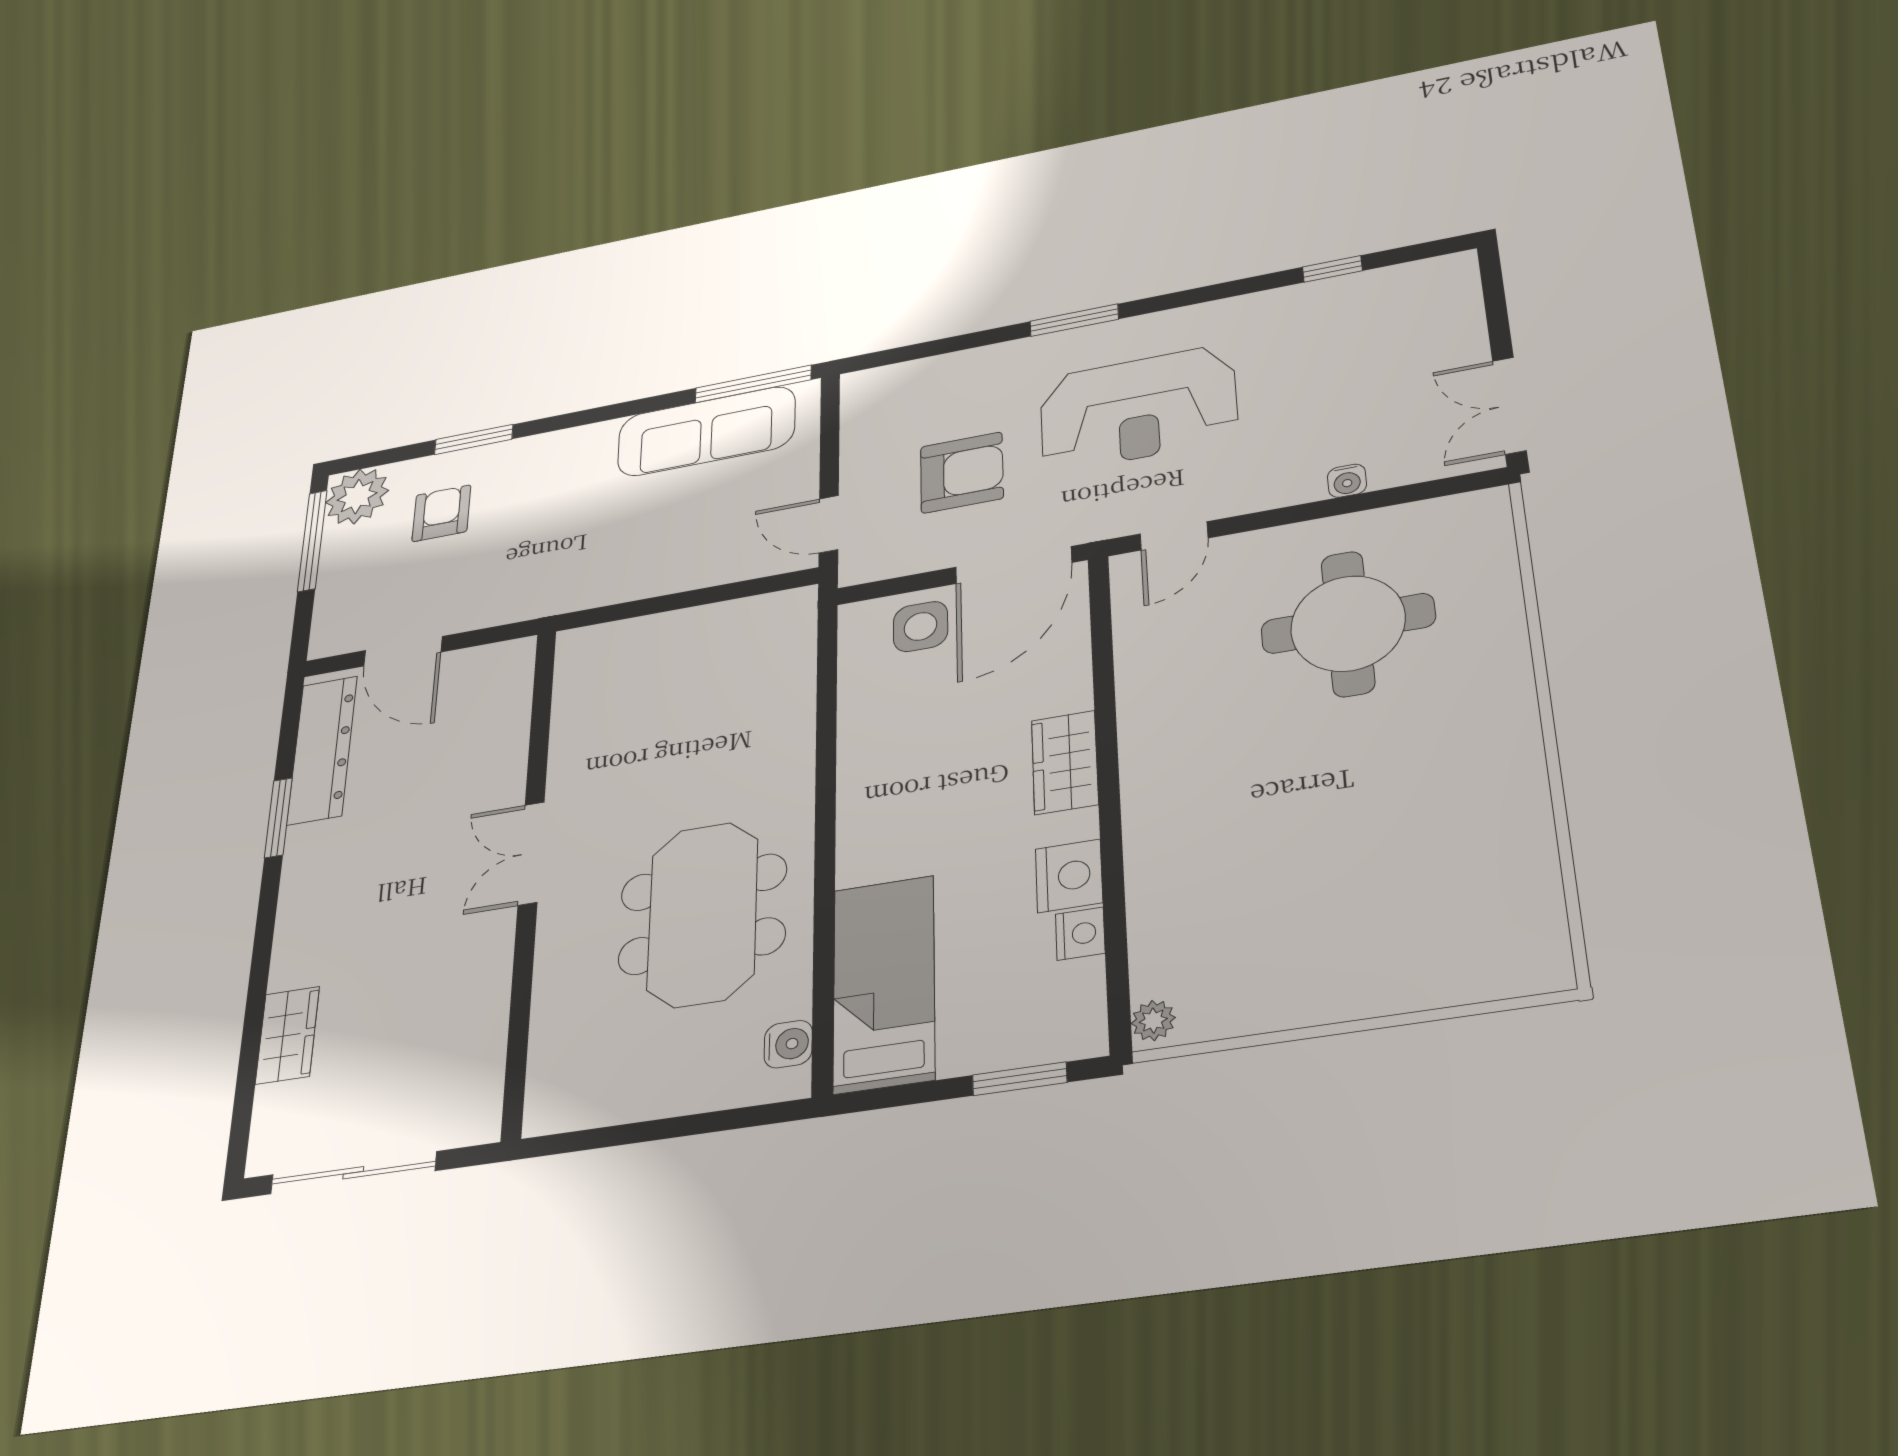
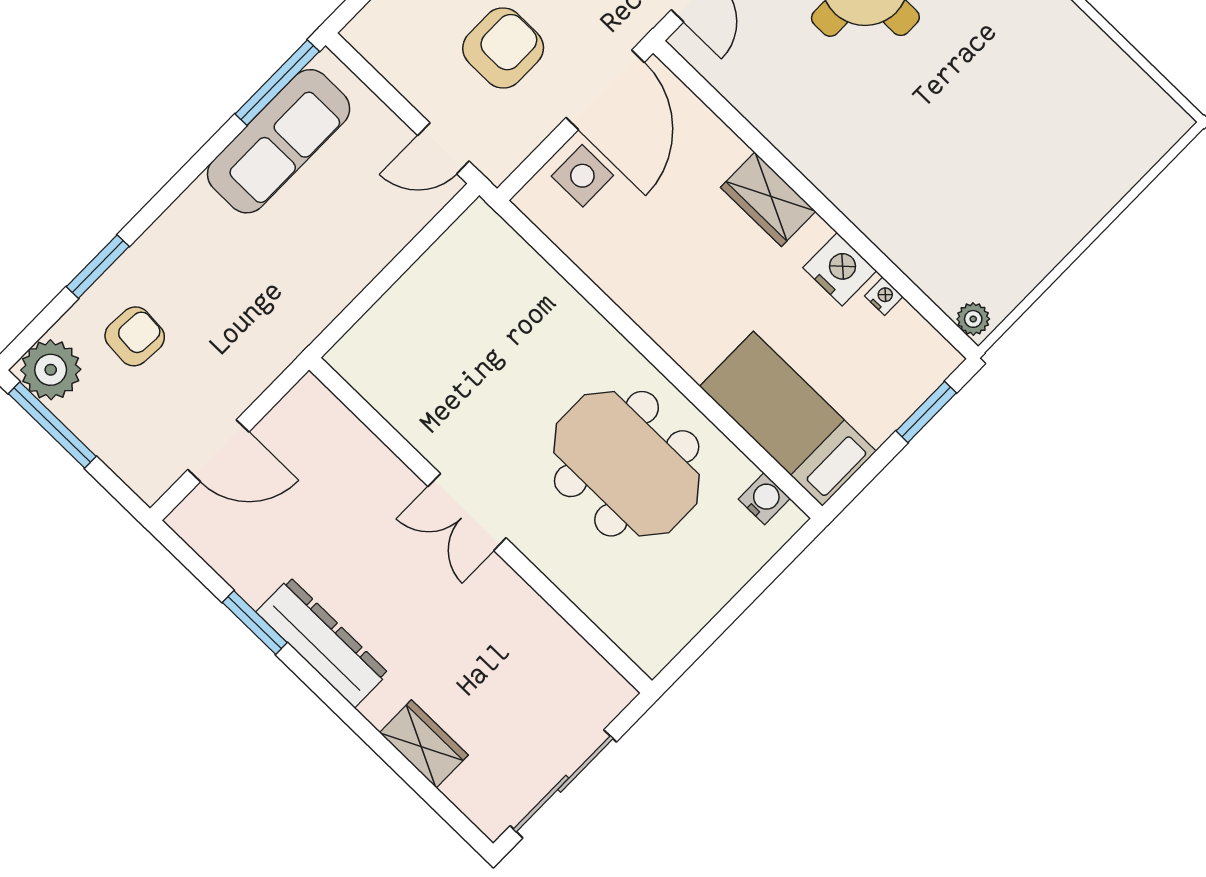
armchair: (441, 513) -> (135, 336), turned 94
dresser: (322, 750) -> (322, 643), moved
nightstand: (1080, 934) -> (884, 296), width x0.72, depth x0.74

